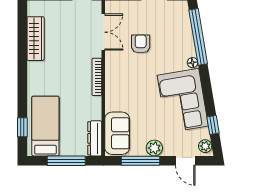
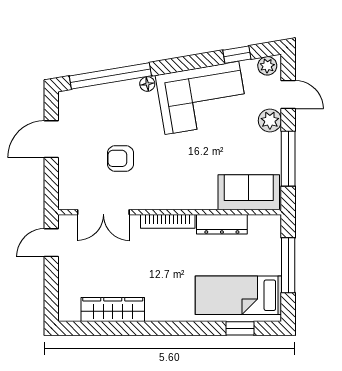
double door: (103, 32) -> (103, 212), swing flipped
dresser: (95, 138) -> (222, 224), moved
plant: (154, 148) -> (270, 121), moved
door: (185, 161) -> (288, 95), hinge flipped

